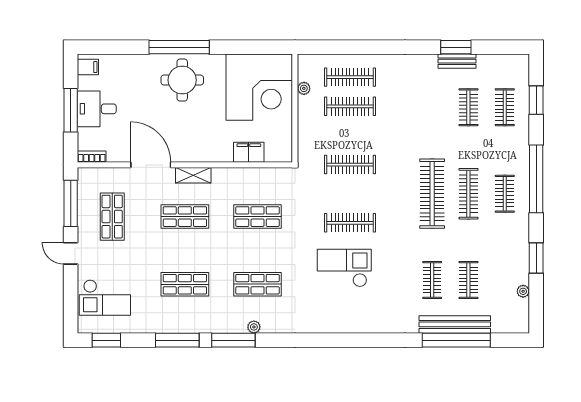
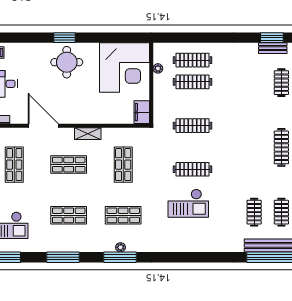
window: (179, 47) -> (64, 38), width x0.47
filing cabinet: (249, 152) -> (142, 112), moved, turned -90
shelving: (193, 175) -> (88, 134), moved
clothes rail: (432, 194) -> (254, 147), removed
shop shelf: (258, 217) -> (123, 165), turned 90
checkout: (344, 268) -> (188, 203), turned 180
window: (233, 340) -> (120, 257), moved

